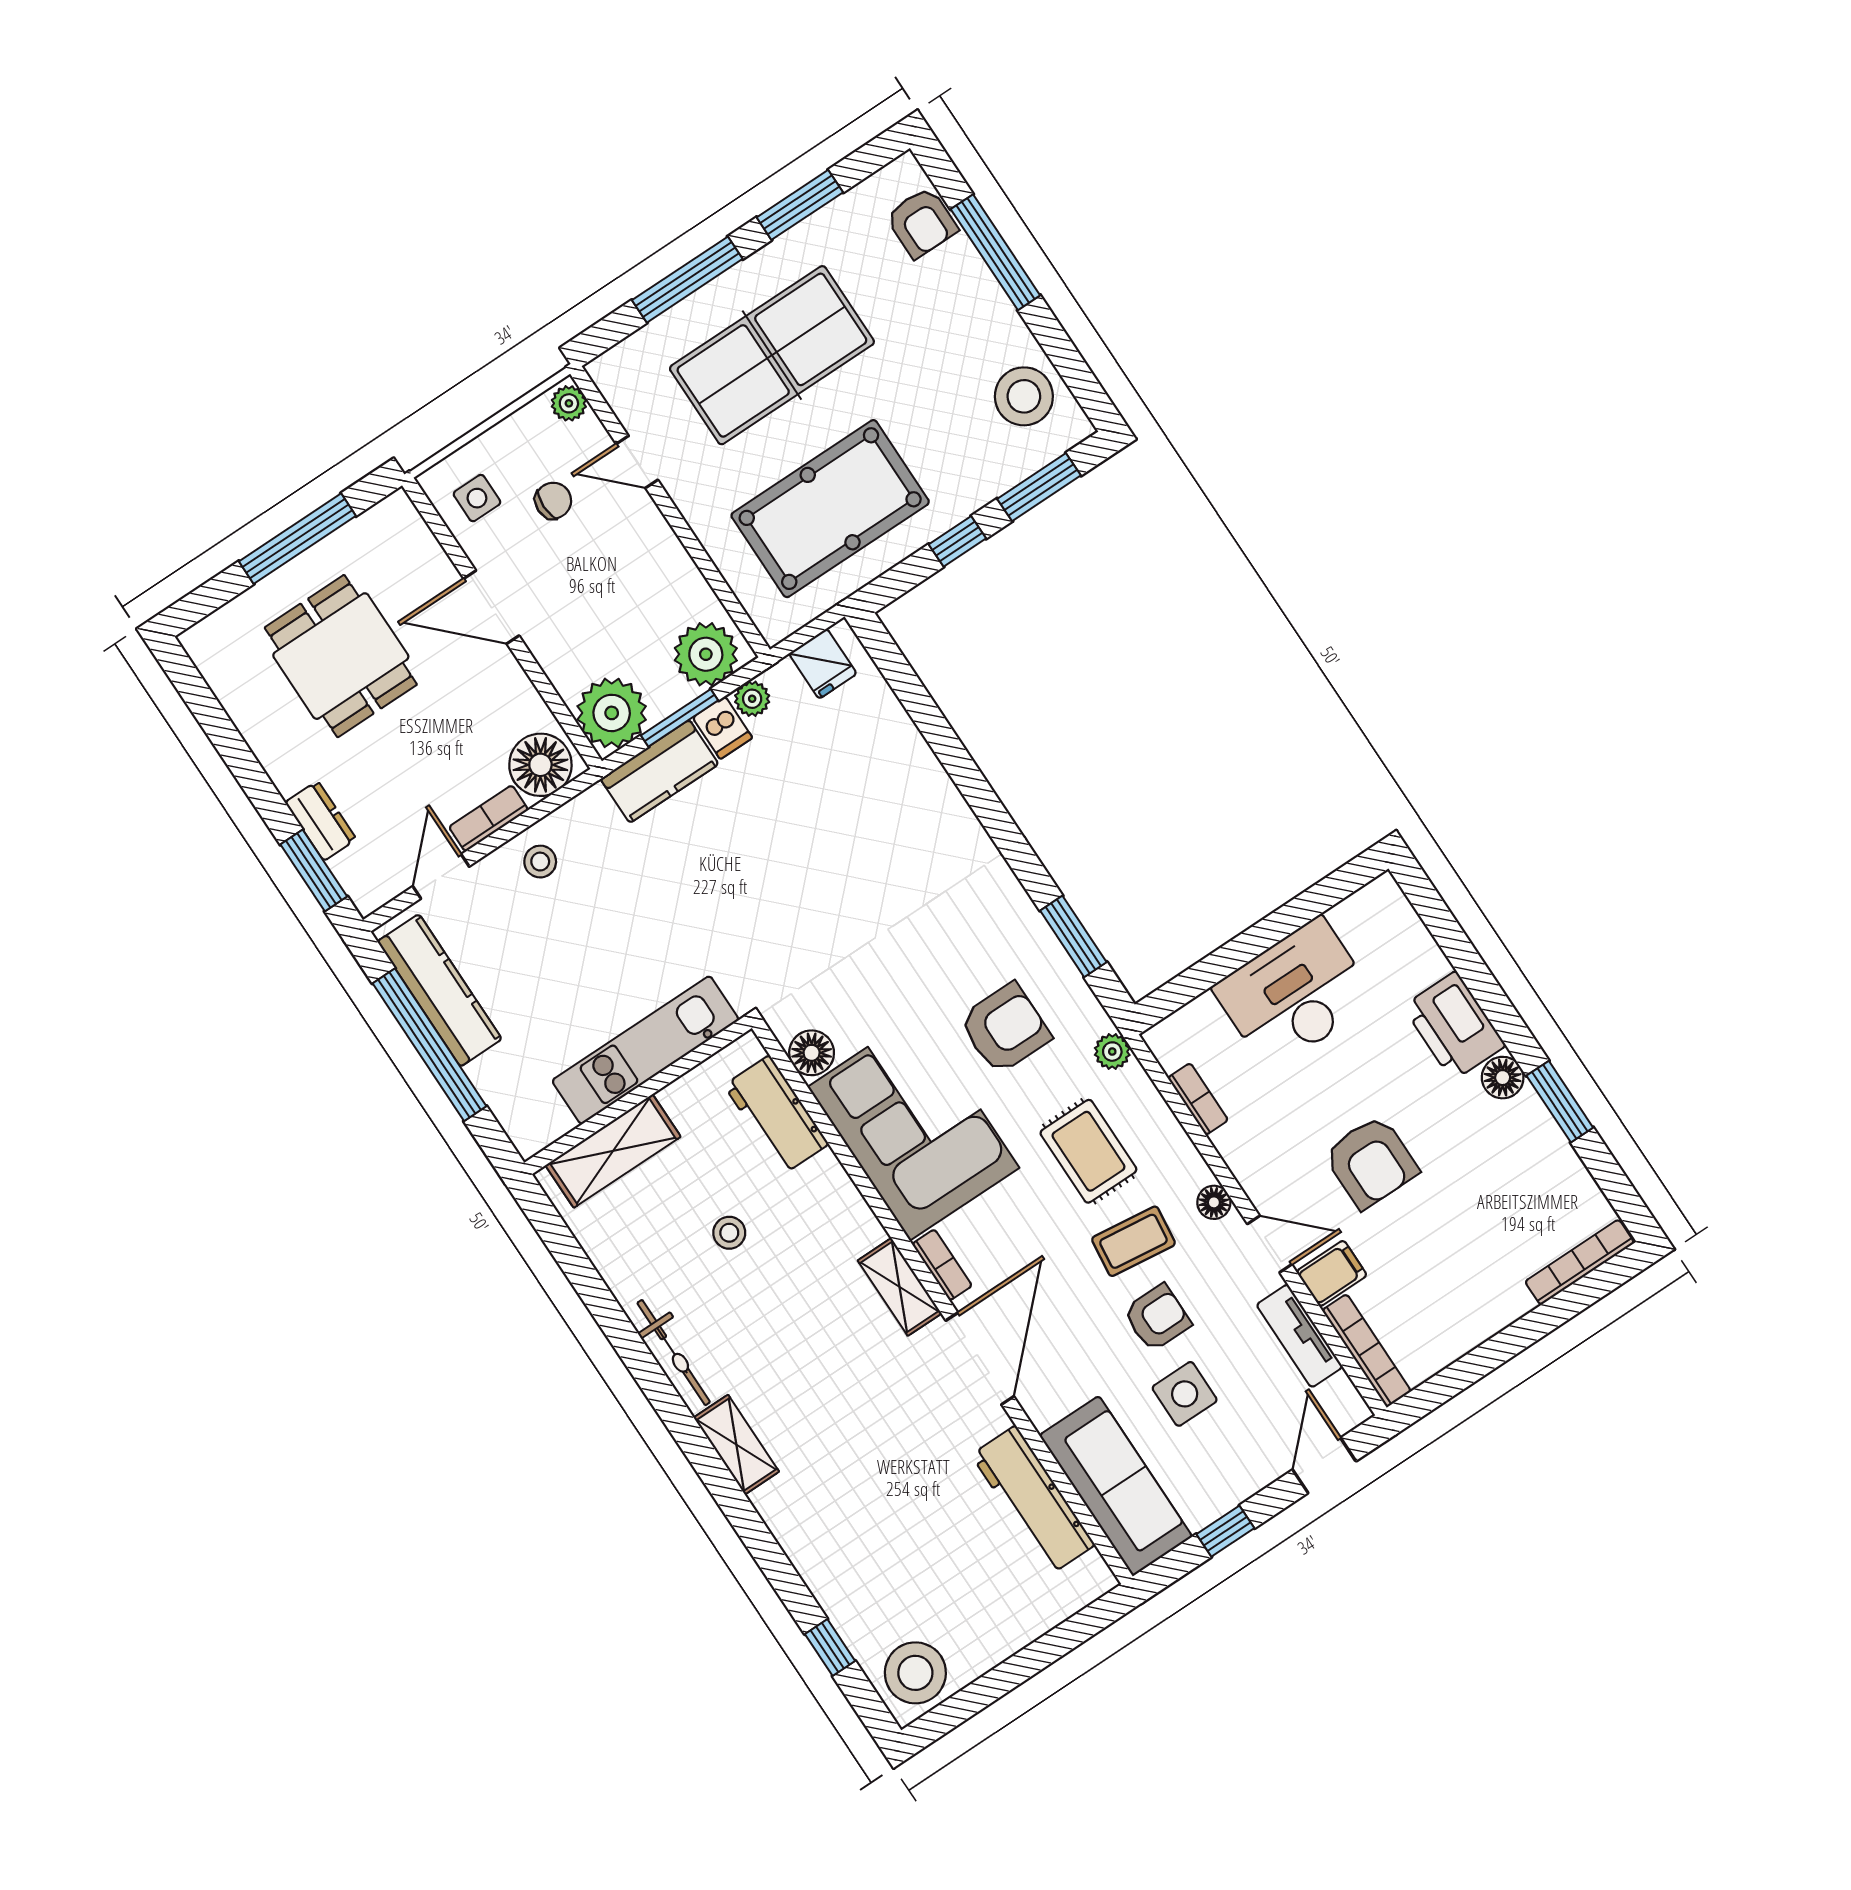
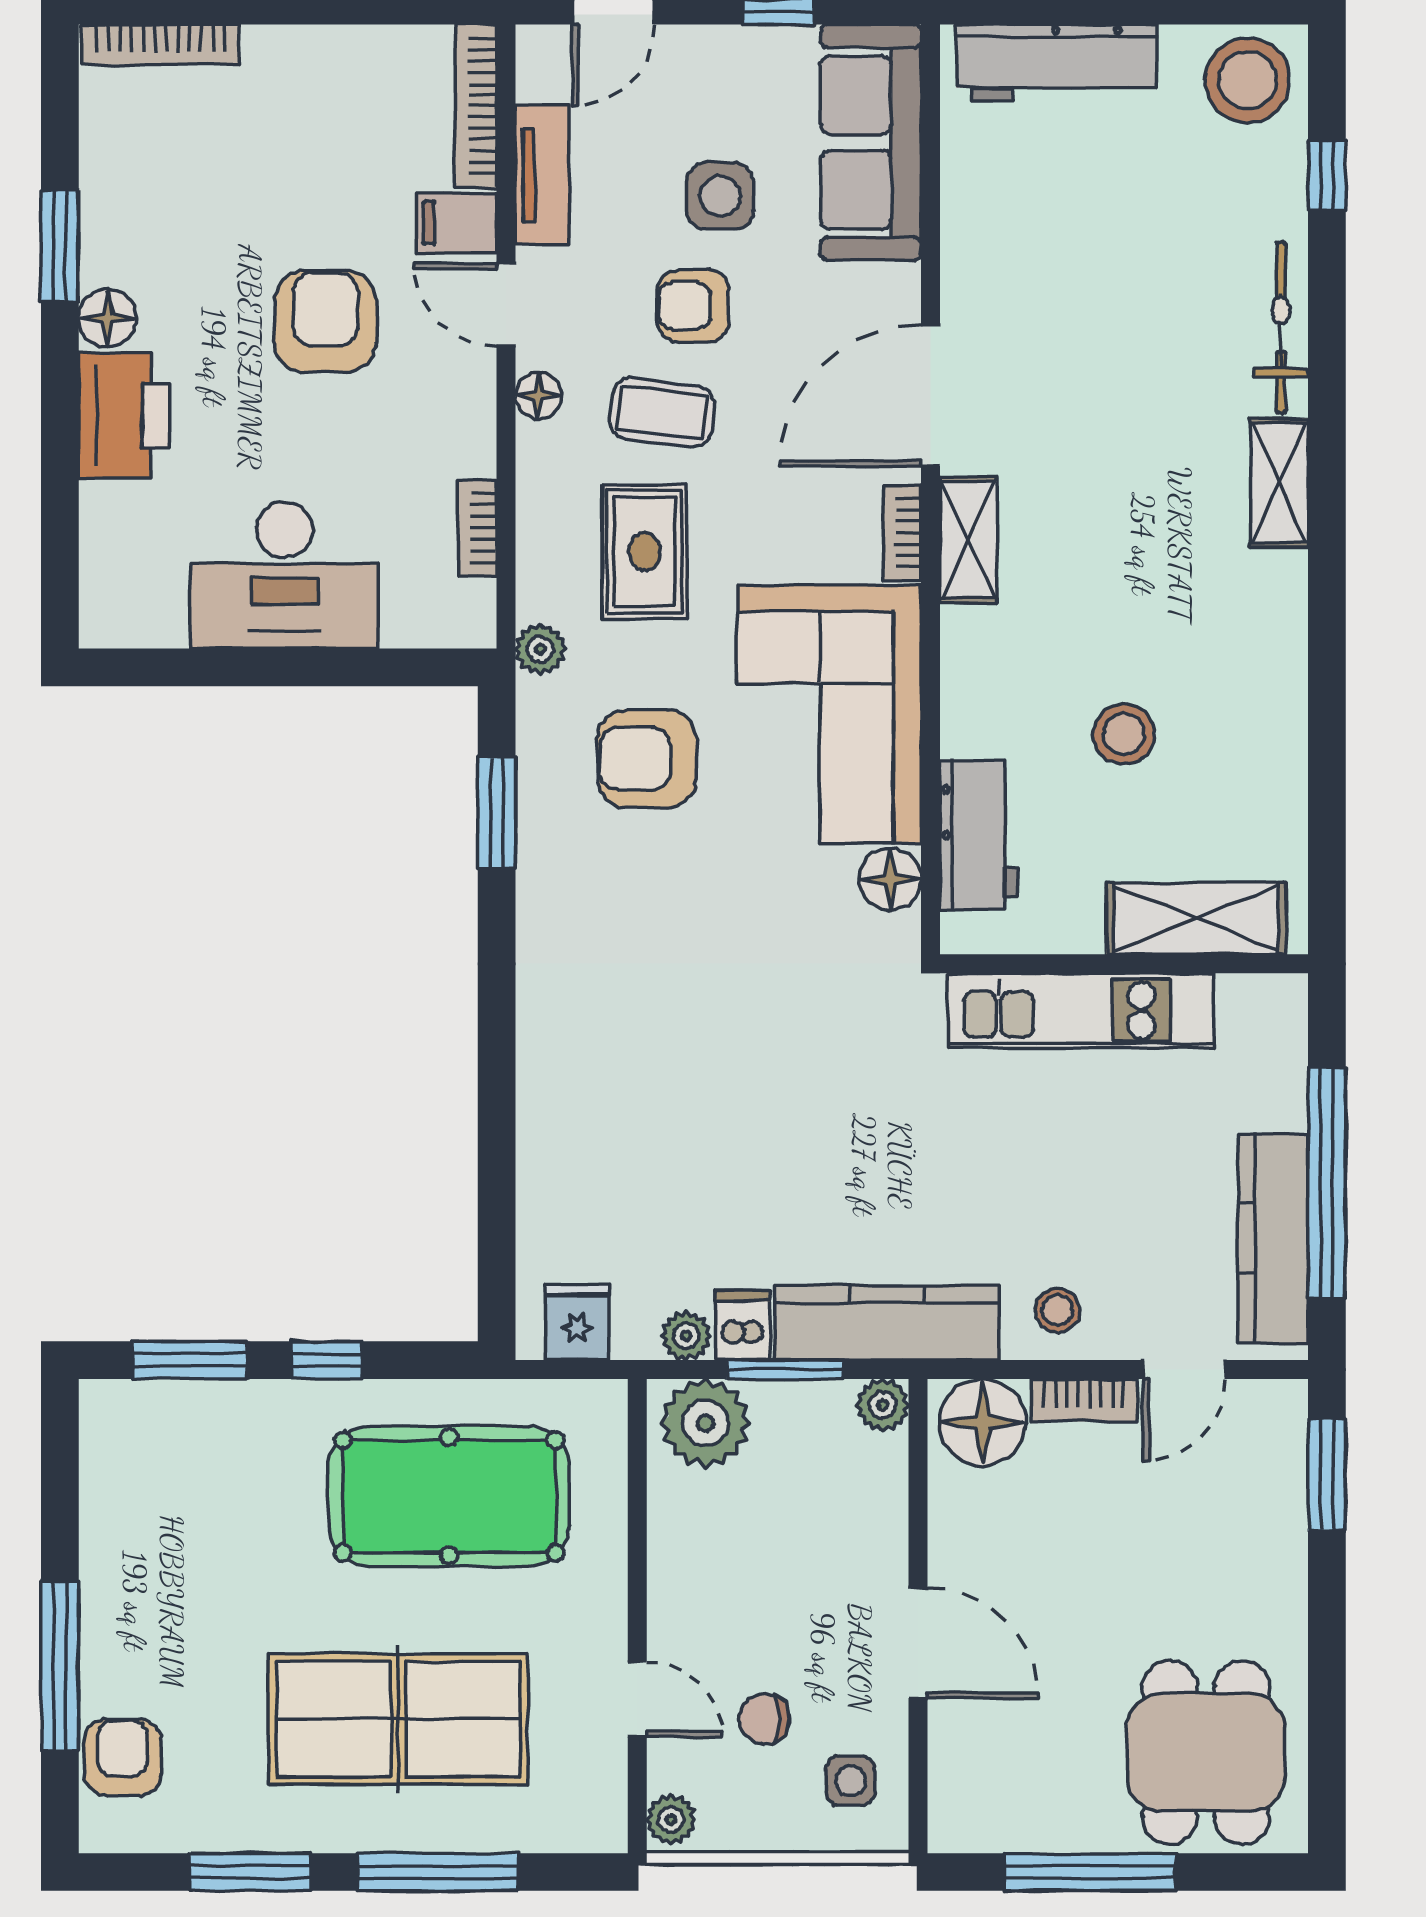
stool: (1024, 396) -> (138, 1477), removed
dining table: (341, 656) -> (1206, 1753), moved
plant: (612, 713) -> (883, 1405), width x0.53, depth x0.53
kitchen counter: (660, 771) -> (887, 1323), width x1.50
dresser: (321, 821) -> (1280, 1527), removed
stool: (729, 1233) -> (1124, 734), width x1.37, depth x1.37
bicycle: (674, 1353) -> (1281, 328), moved
workbench: (1033, 1500) -> (1057, 62), moved, turned 90

